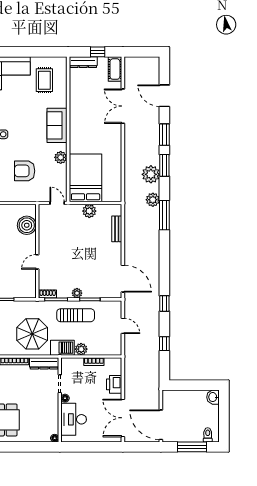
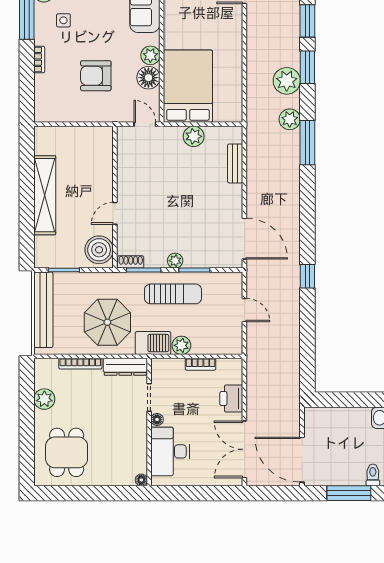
floor lamp: (59, 172) -> (148, 78), added
boiler: (27, 225) -> (99, 250), moved
window: (164, 344) -> (307, 337), removed

